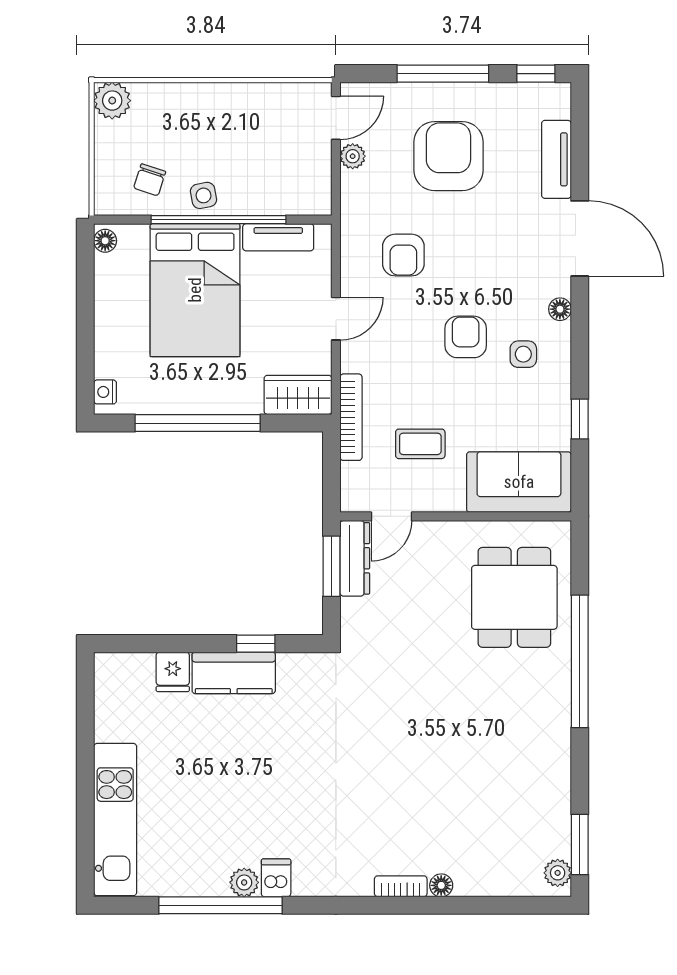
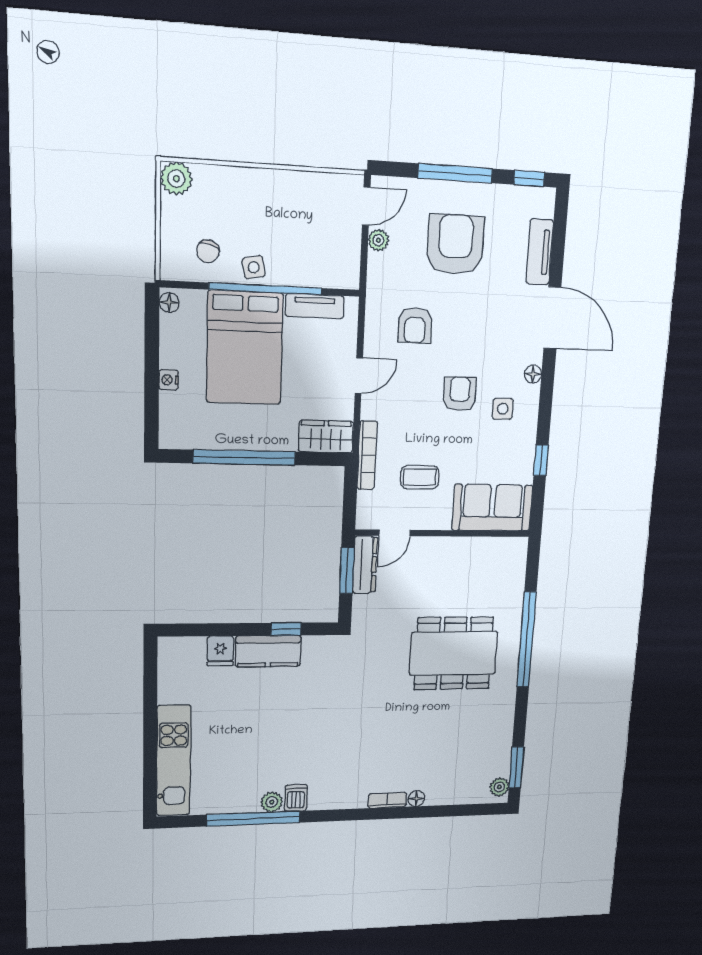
nightstand: (105, 392) -> (169, 380), moved
dining table: (514, 597) -> (454, 653), moved, width x1.38

